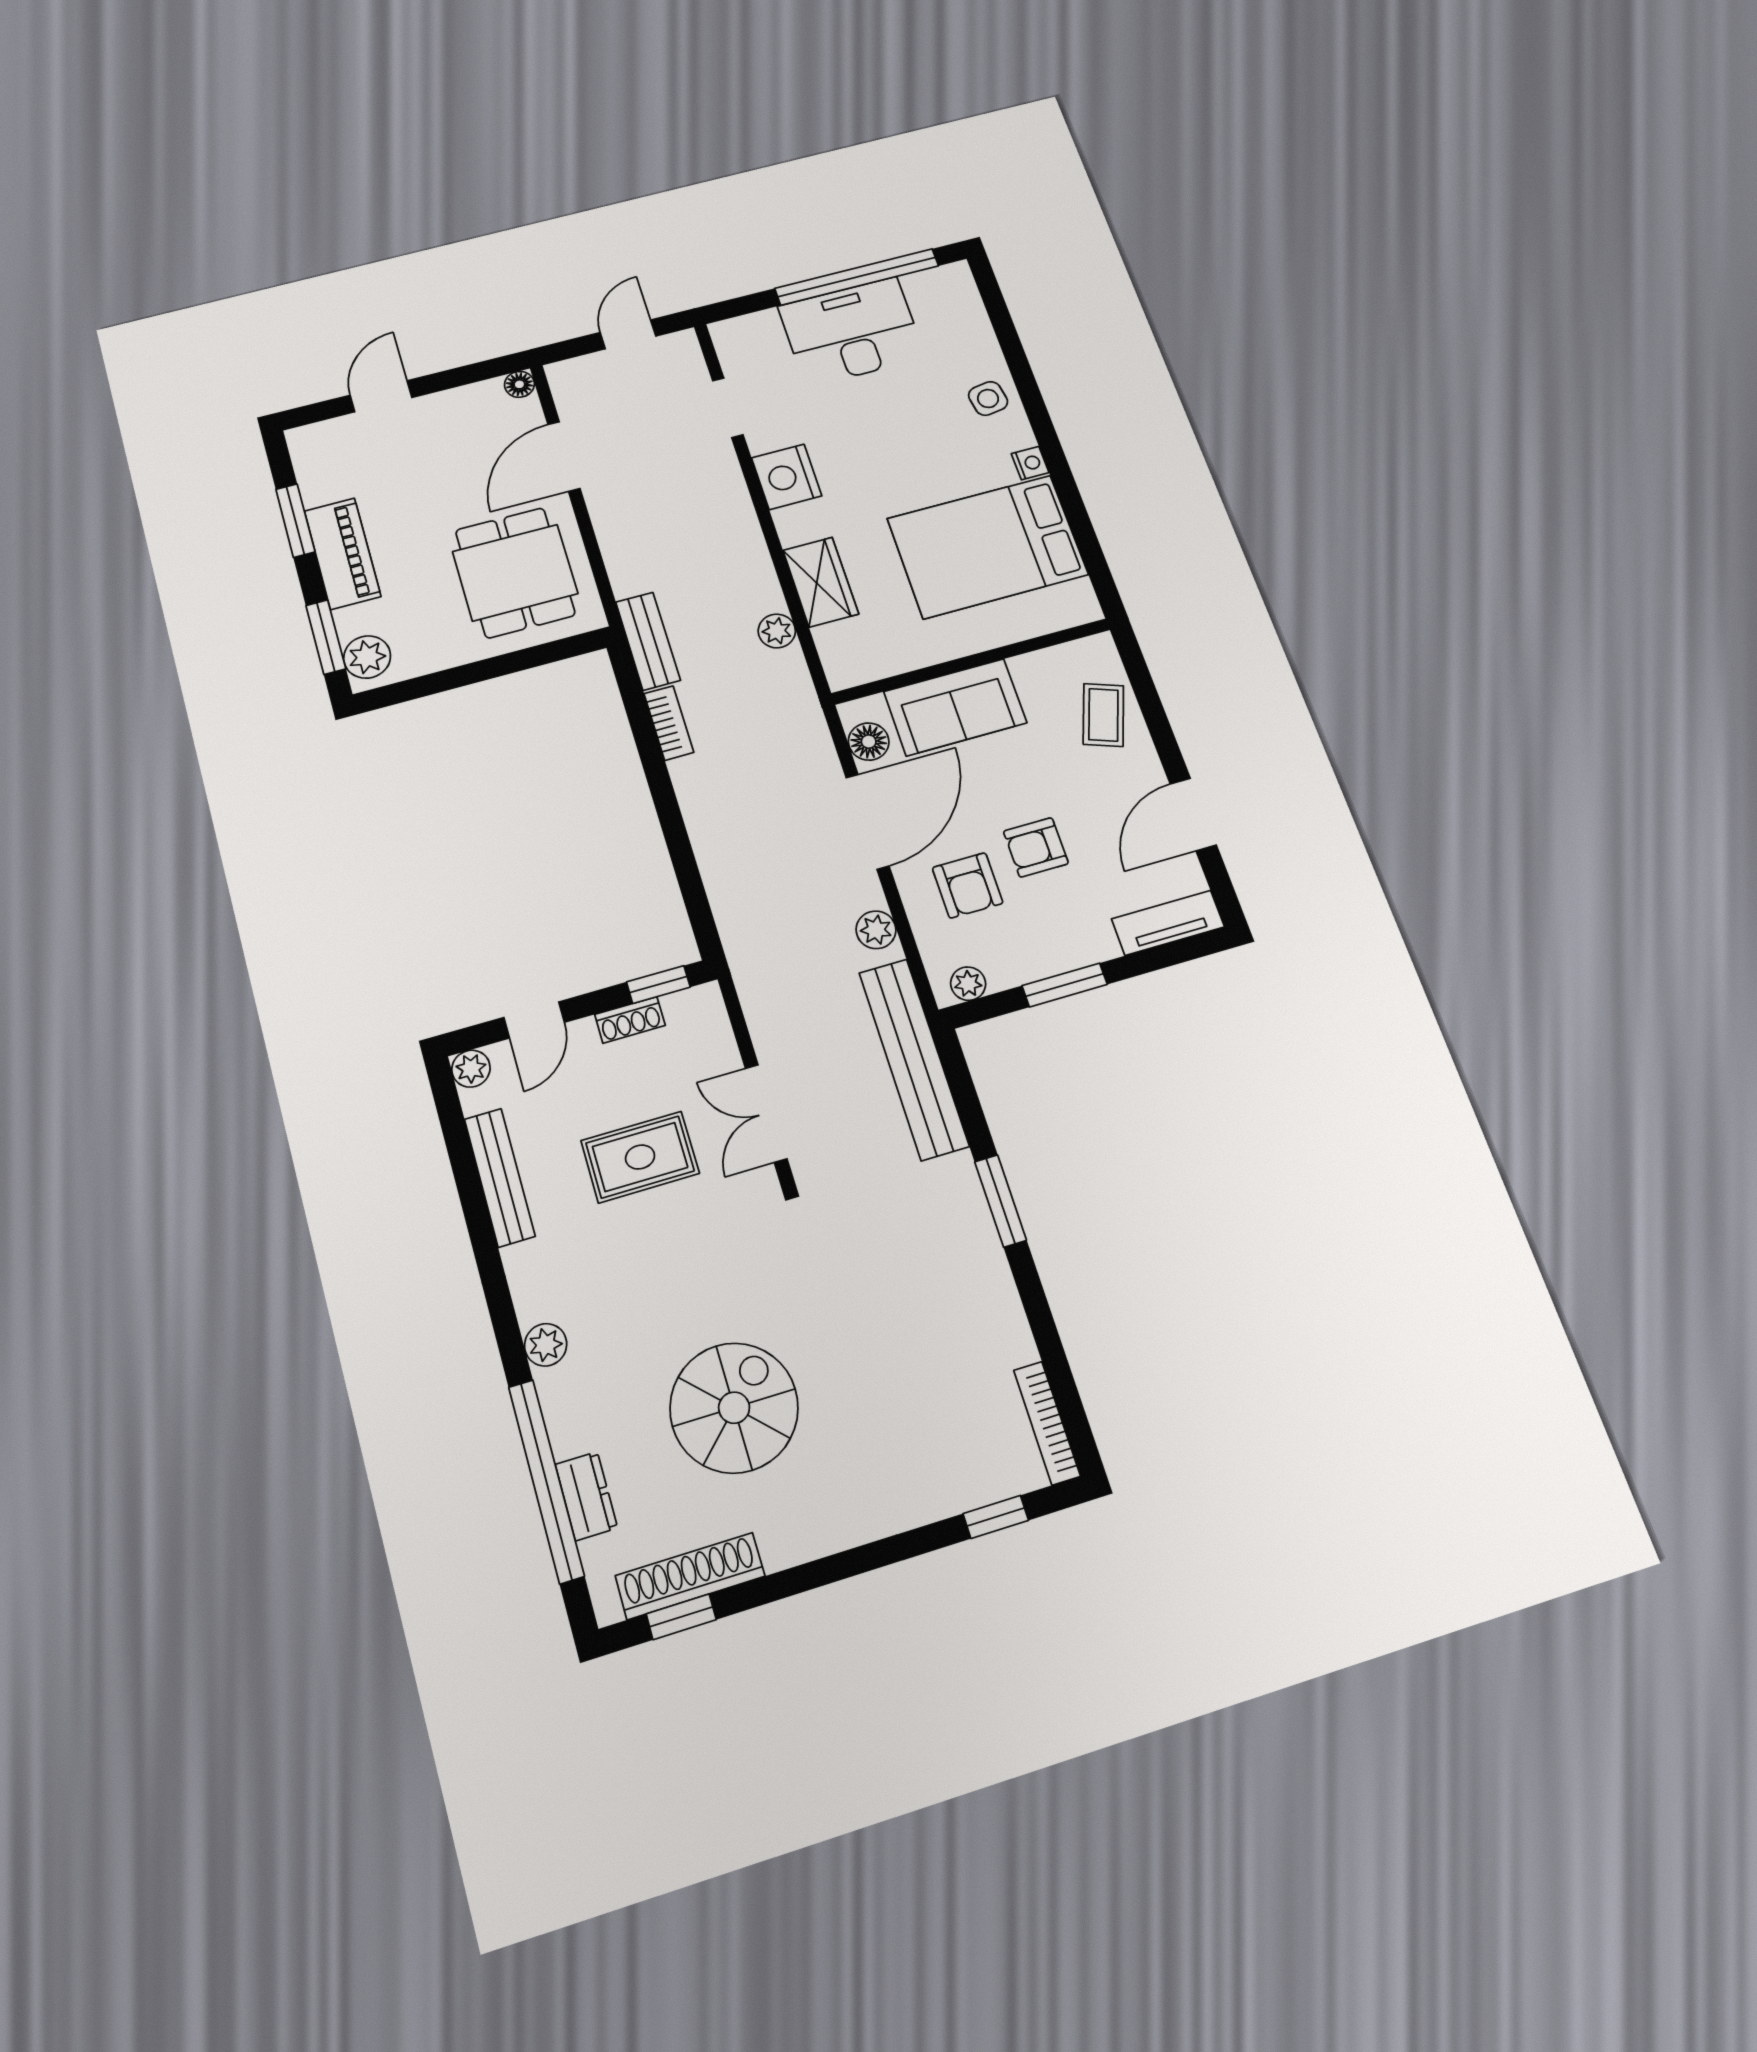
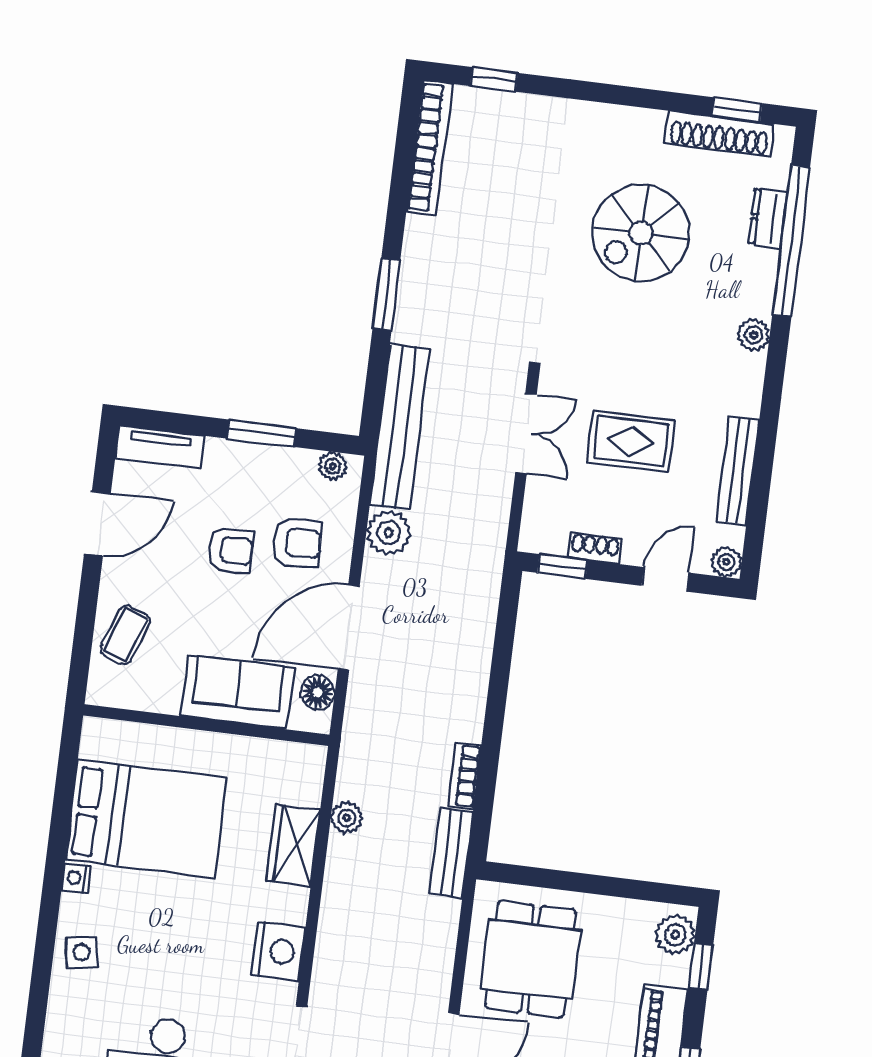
window: (326, 637) -> (701, 966), width x0.67
armchair: (968, 885) -> (297, 543), turned 88
plant: (876, 930) -> (389, 533), width x1.38, depth x1.38
bookcase: (1047, 1423) -> (429, 148), width x1.48, depth x1.31

